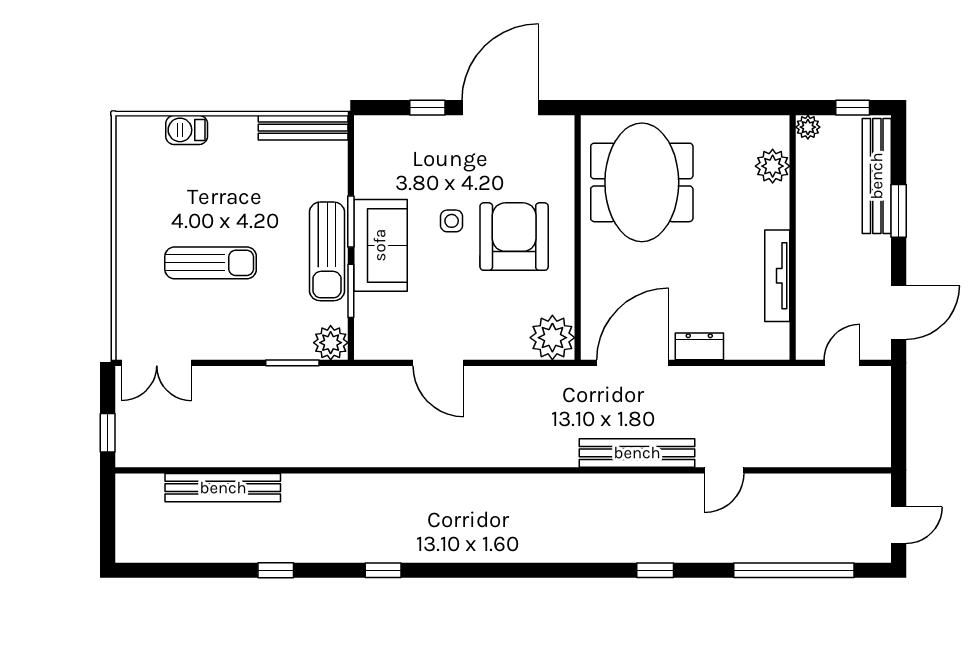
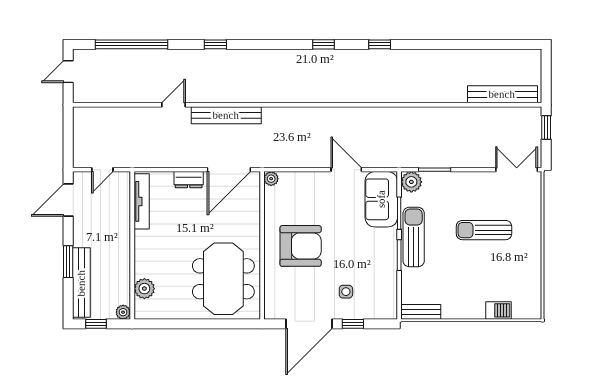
bench: (303, 128) -> (421, 312), width x0.73
side table: (452, 221) -> (346, 292), moved
armchair: (514, 237) -> (301, 246), turned -90
sofa: (380, 245) -> (381, 199), moved
tv unit: (777, 276) -> (142, 201), moved
plant: (552, 338) -> (271, 179), width x0.53, depth x0.53
bench: (223, 488) -> (502, 94), moved
window: (276, 570) -> (323, 44), moved

